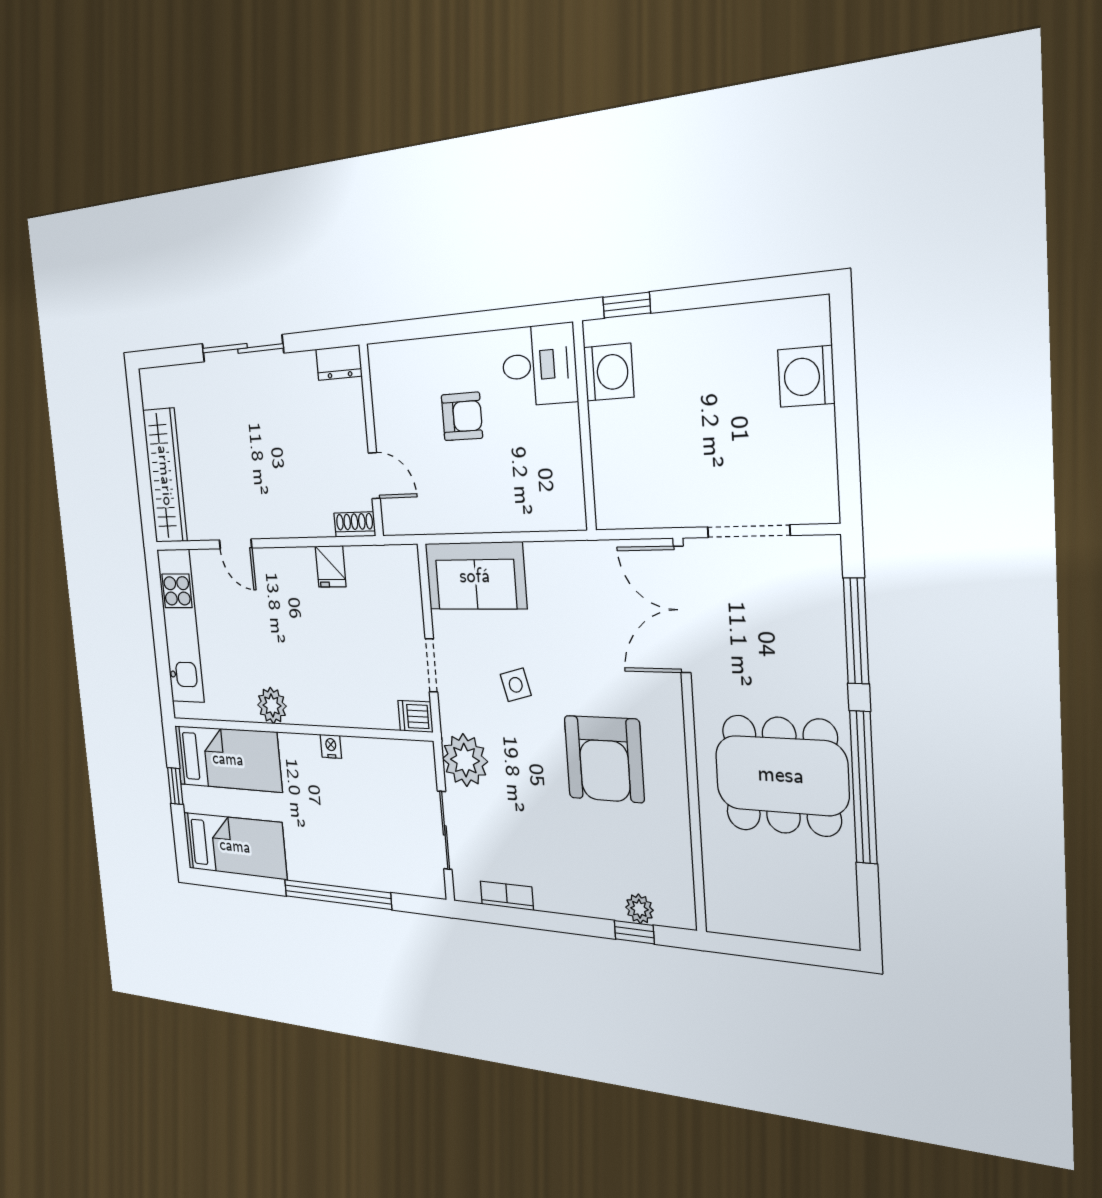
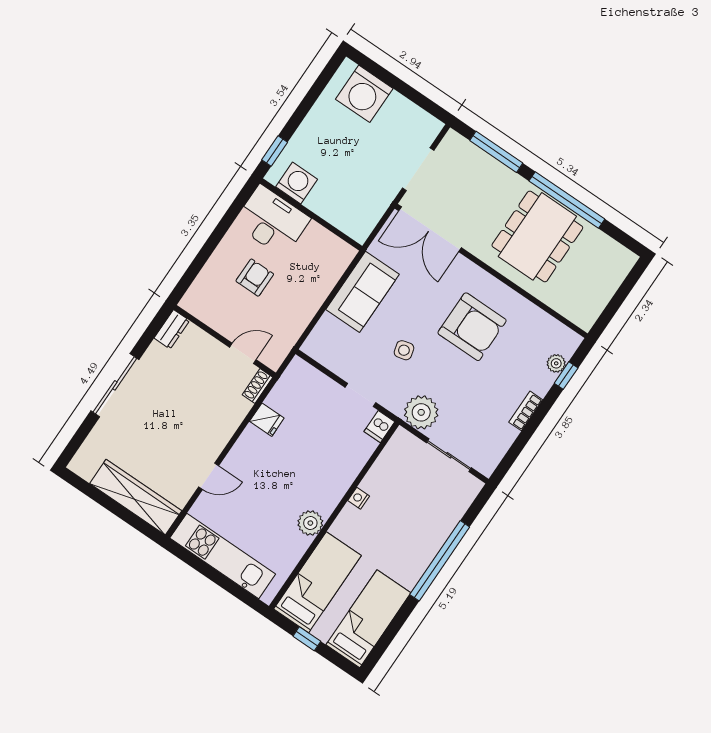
desk: (539, 365) -> (272, 221), width x1.37
washing machine: (806, 377) -> (364, 94), width x1.37, depth x1.37
sofa: (475, 576) -> (362, 292), moved
bookcase: (507, 896) -> (526, 411), moved

